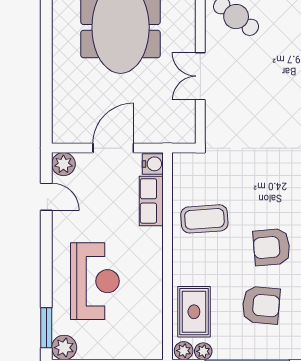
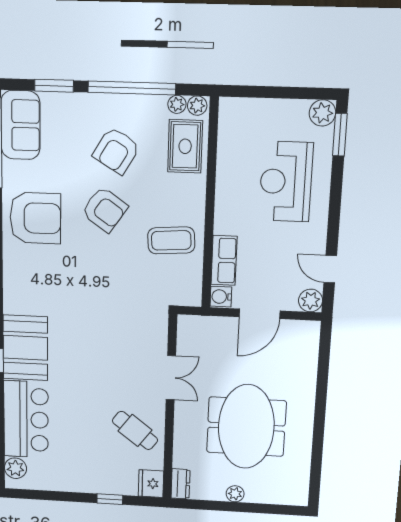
armchair: (272, 247) -> (105, 210), turned 40
armchair: (261, 305) -> (116, 151), turned -64

